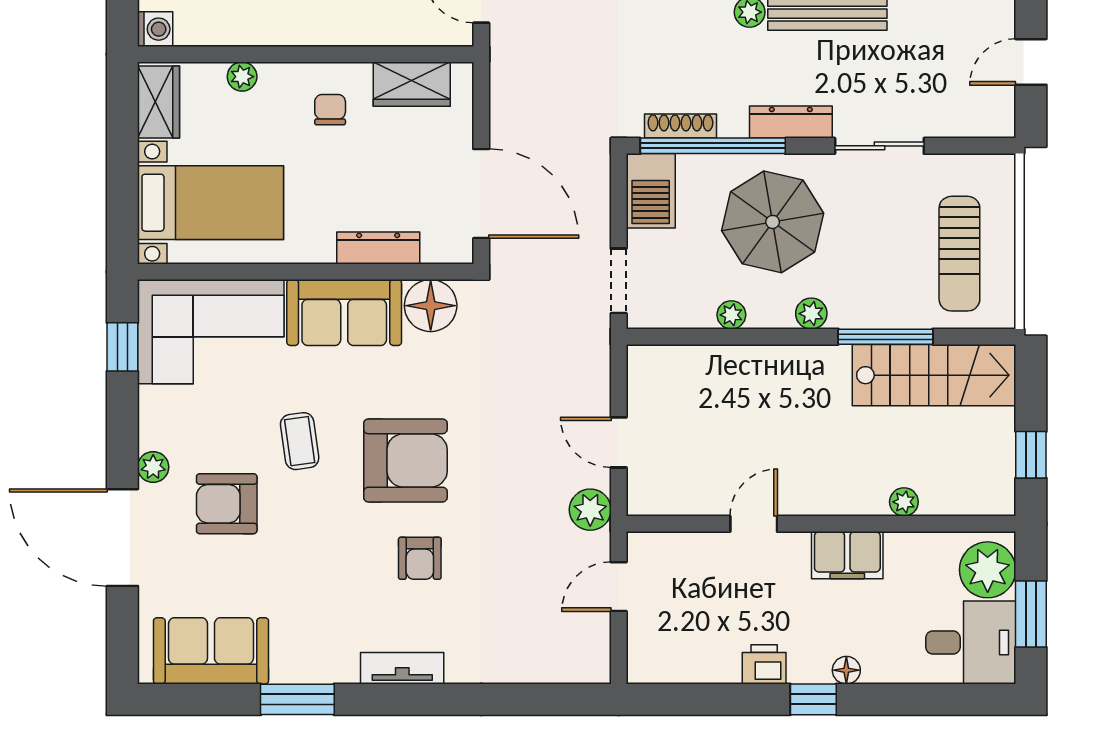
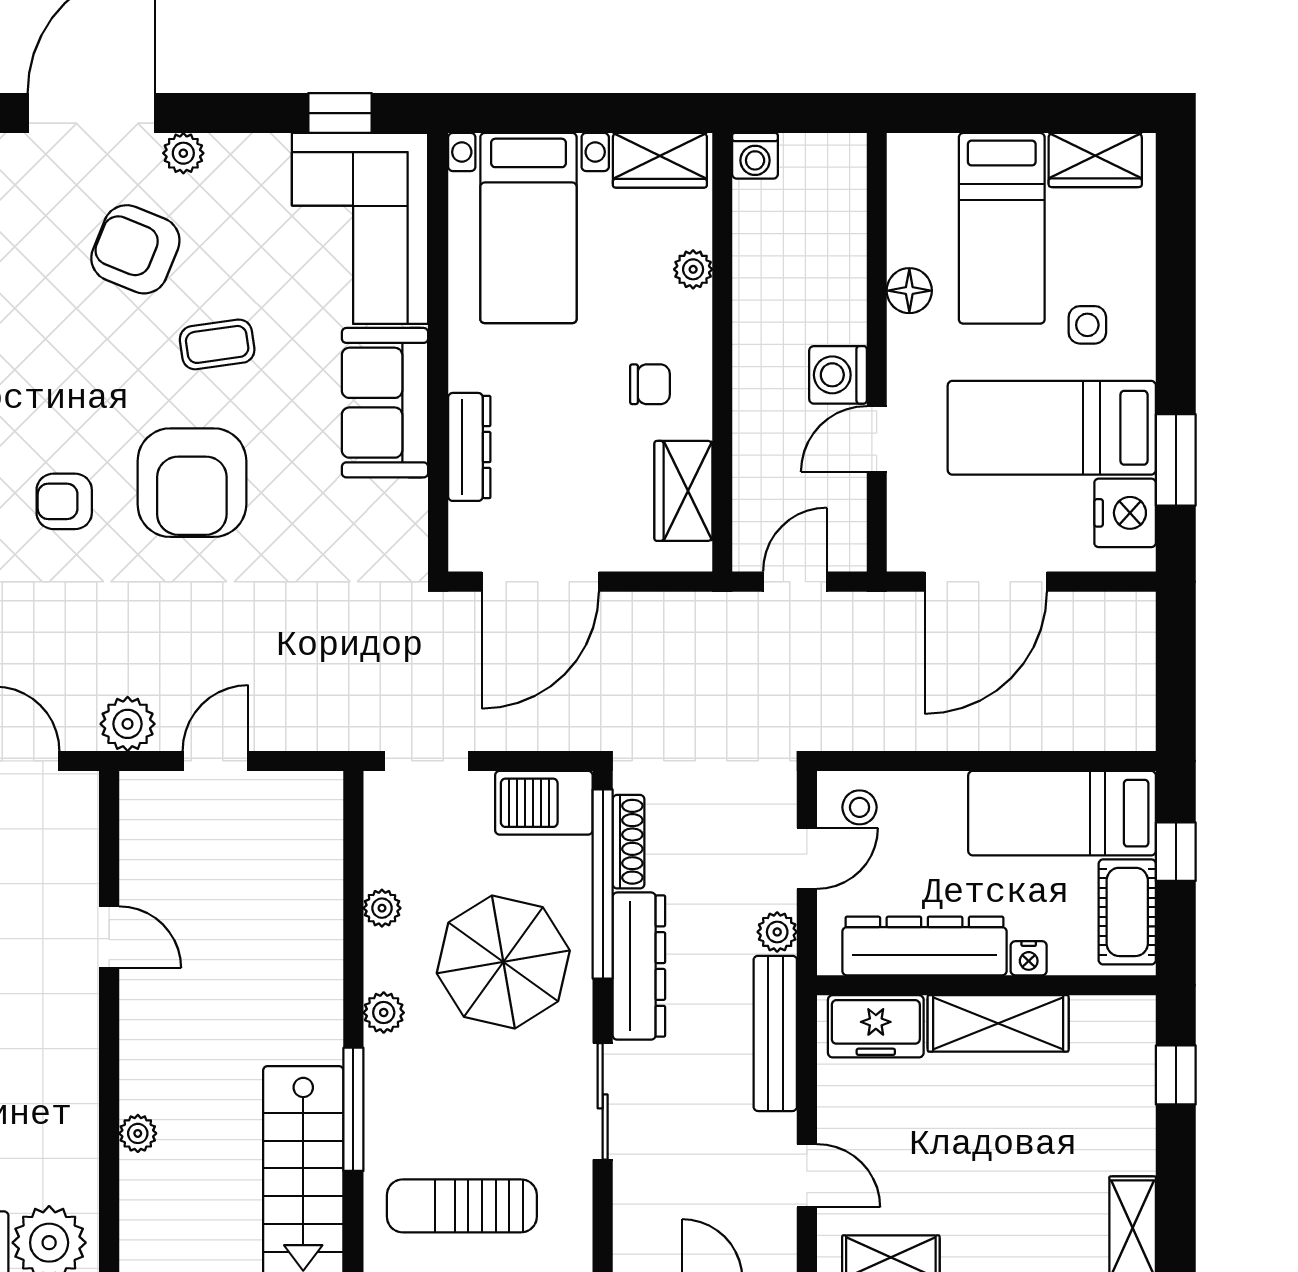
dresser: (791, 122) -> (639, 966), width x1.37, depth x1.24
floor lamp: (431, 306) -> (394, 515), removed
armchair: (227, 504) -> (135, 249), turned -68
filing cabinet: (847, 555) -> (68, 1060), removed

